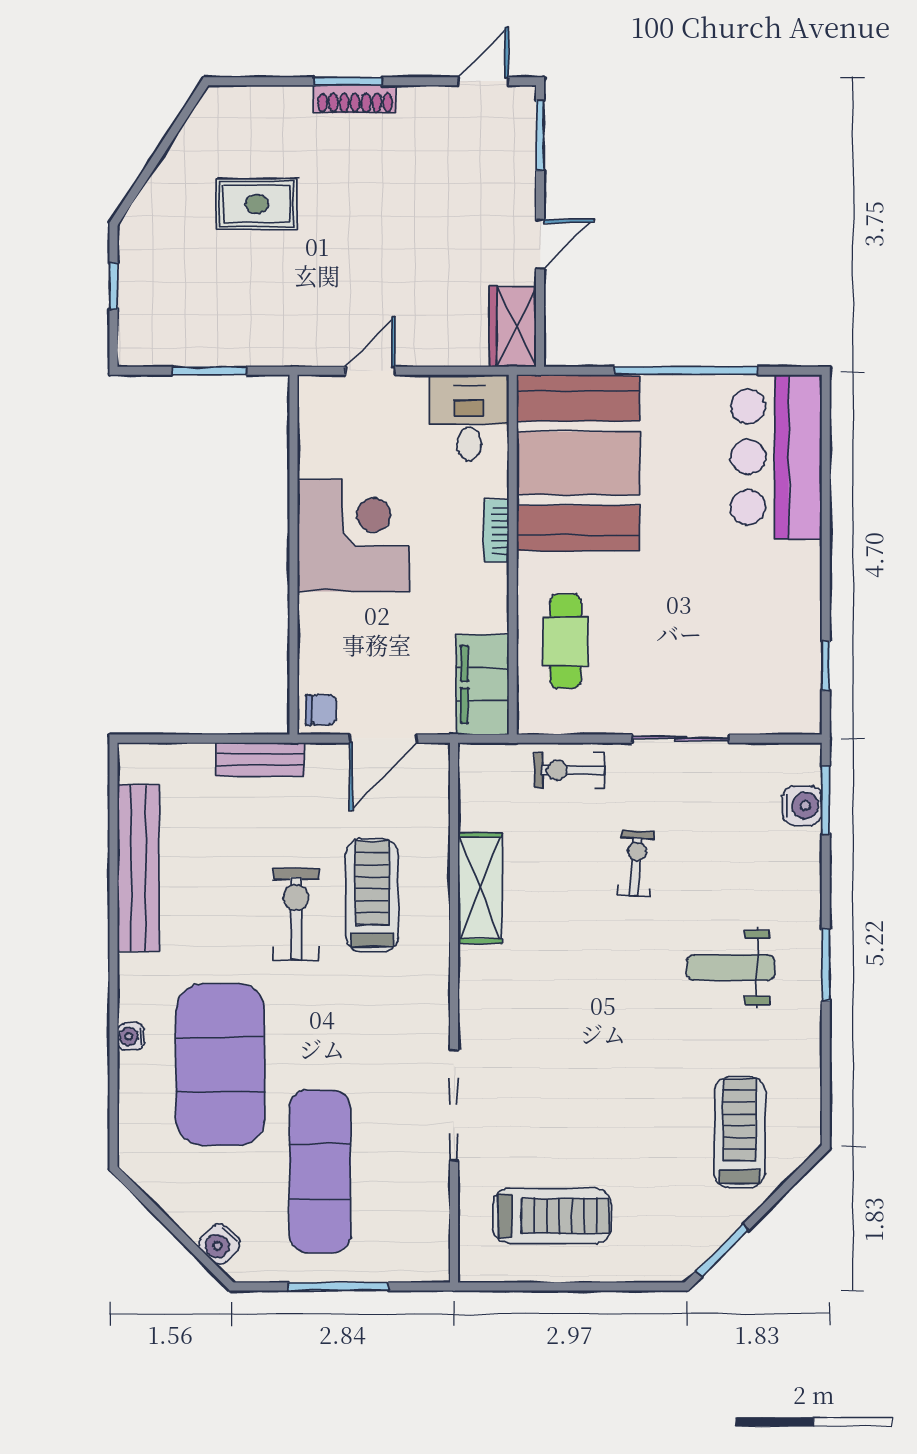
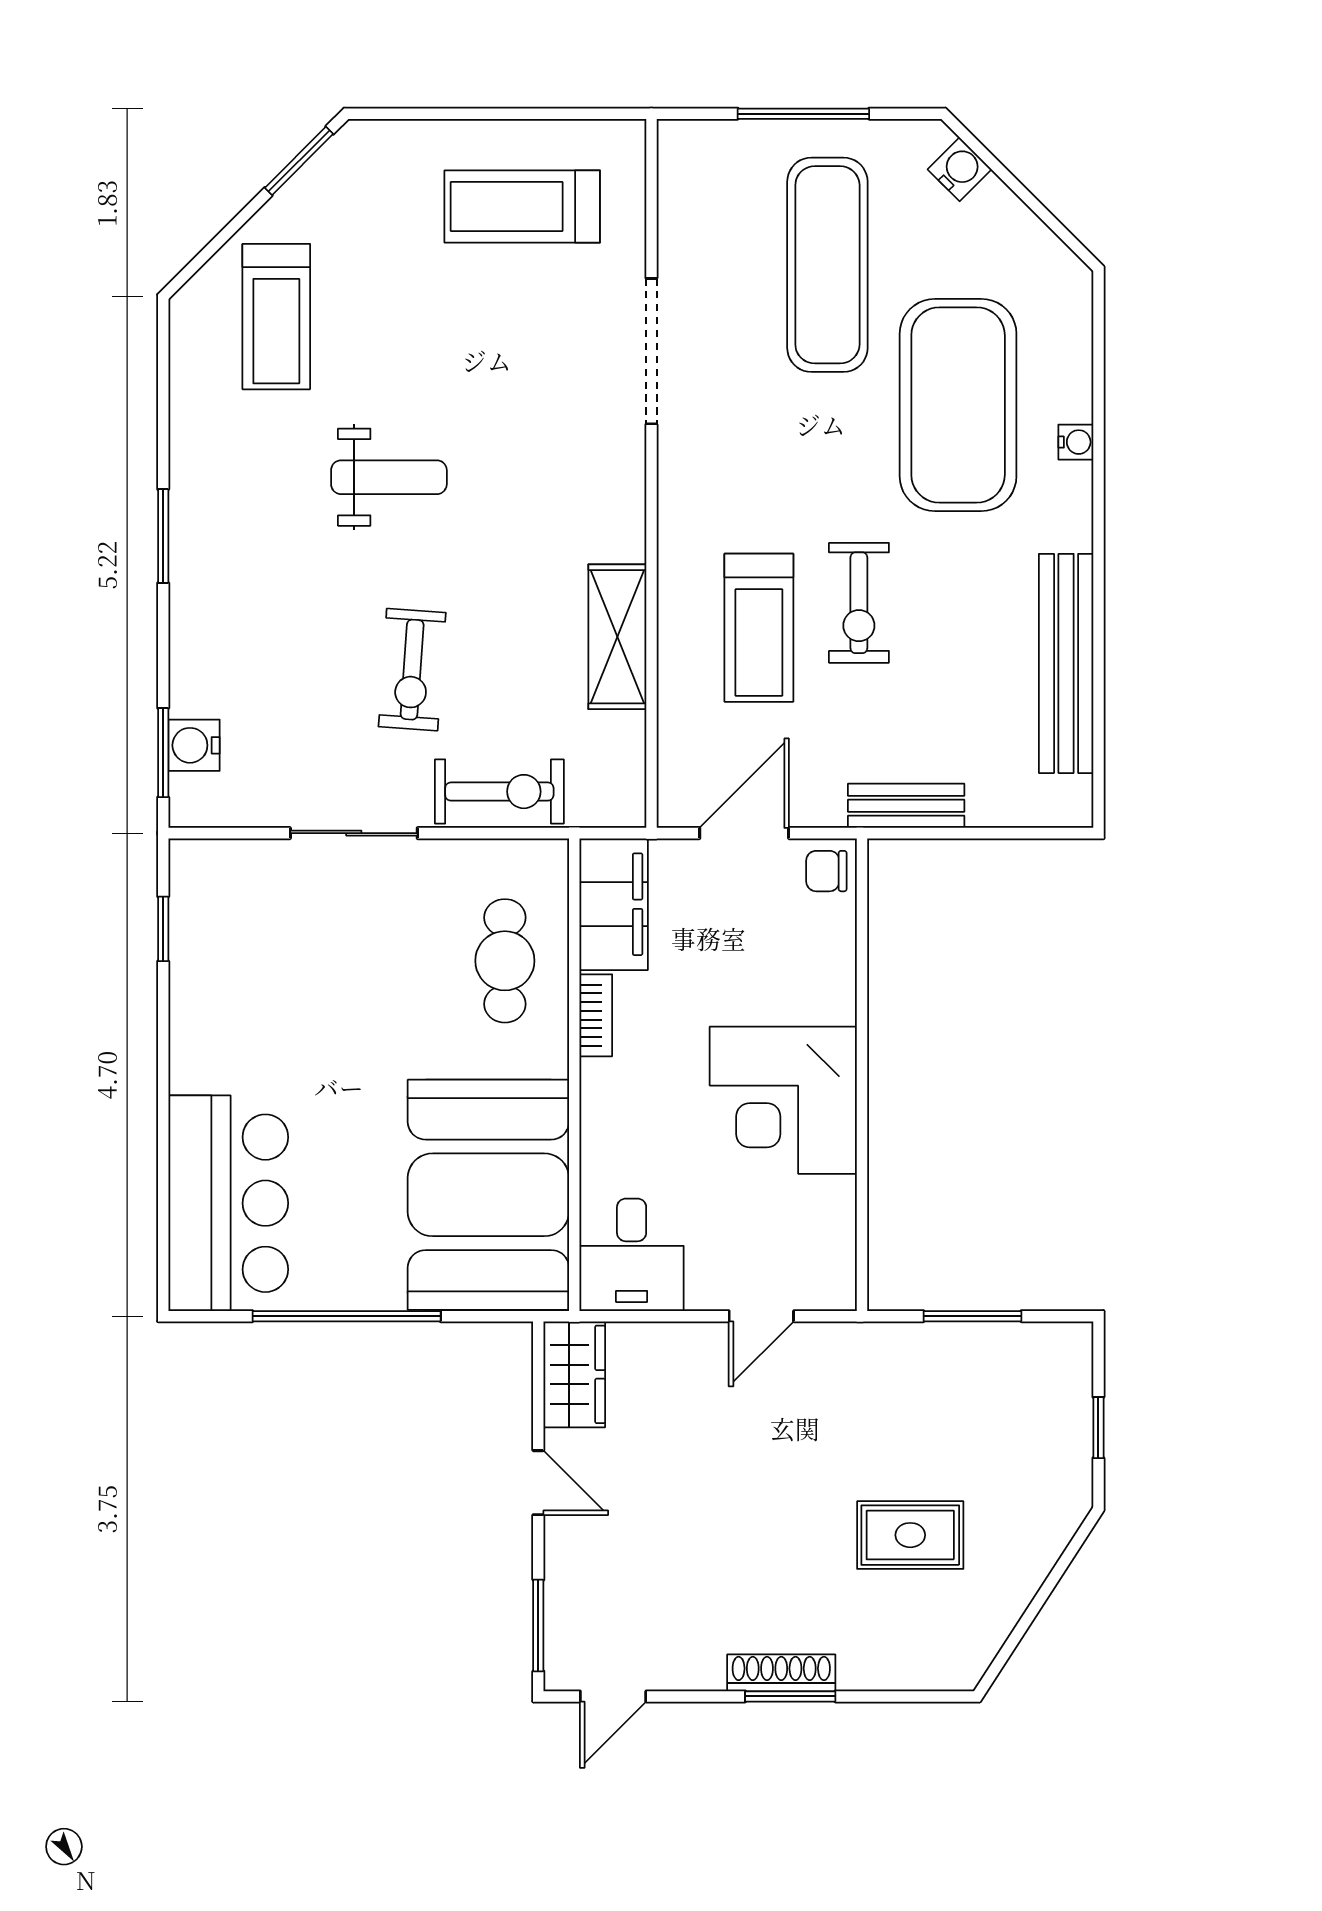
door: (540, 244) -> (538, 1483), swing flipped
bookcase: (496, 531) -> (596, 1015), moved
exercise bike: (570, 770) -> (499, 792), width x1.38, depth x1.39
exercise bike: (636, 863) -> (412, 670), width x1.38, depth x1.39
weight bench: (731, 968) -> (389, 477), moved

